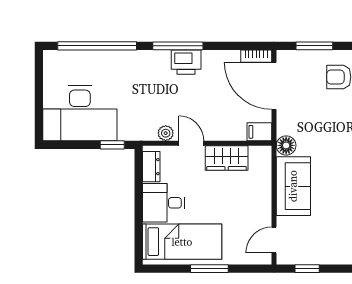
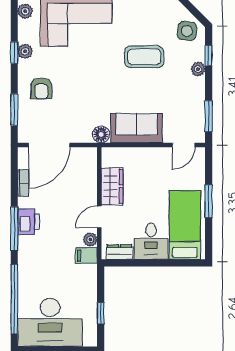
bookcase: (256, 56) -> (23, 183), moved
desk: (80, 113) -> (50, 322), moved, turned 90
filing cabinet: (259, 132) -> (86, 256), moved, turned 90
window: (112, 145) -> (101, 313), moved
door: (274, 240) -> (184, 145), hinge flipped
window: (307, 269) -> (209, 116), width x1.50

